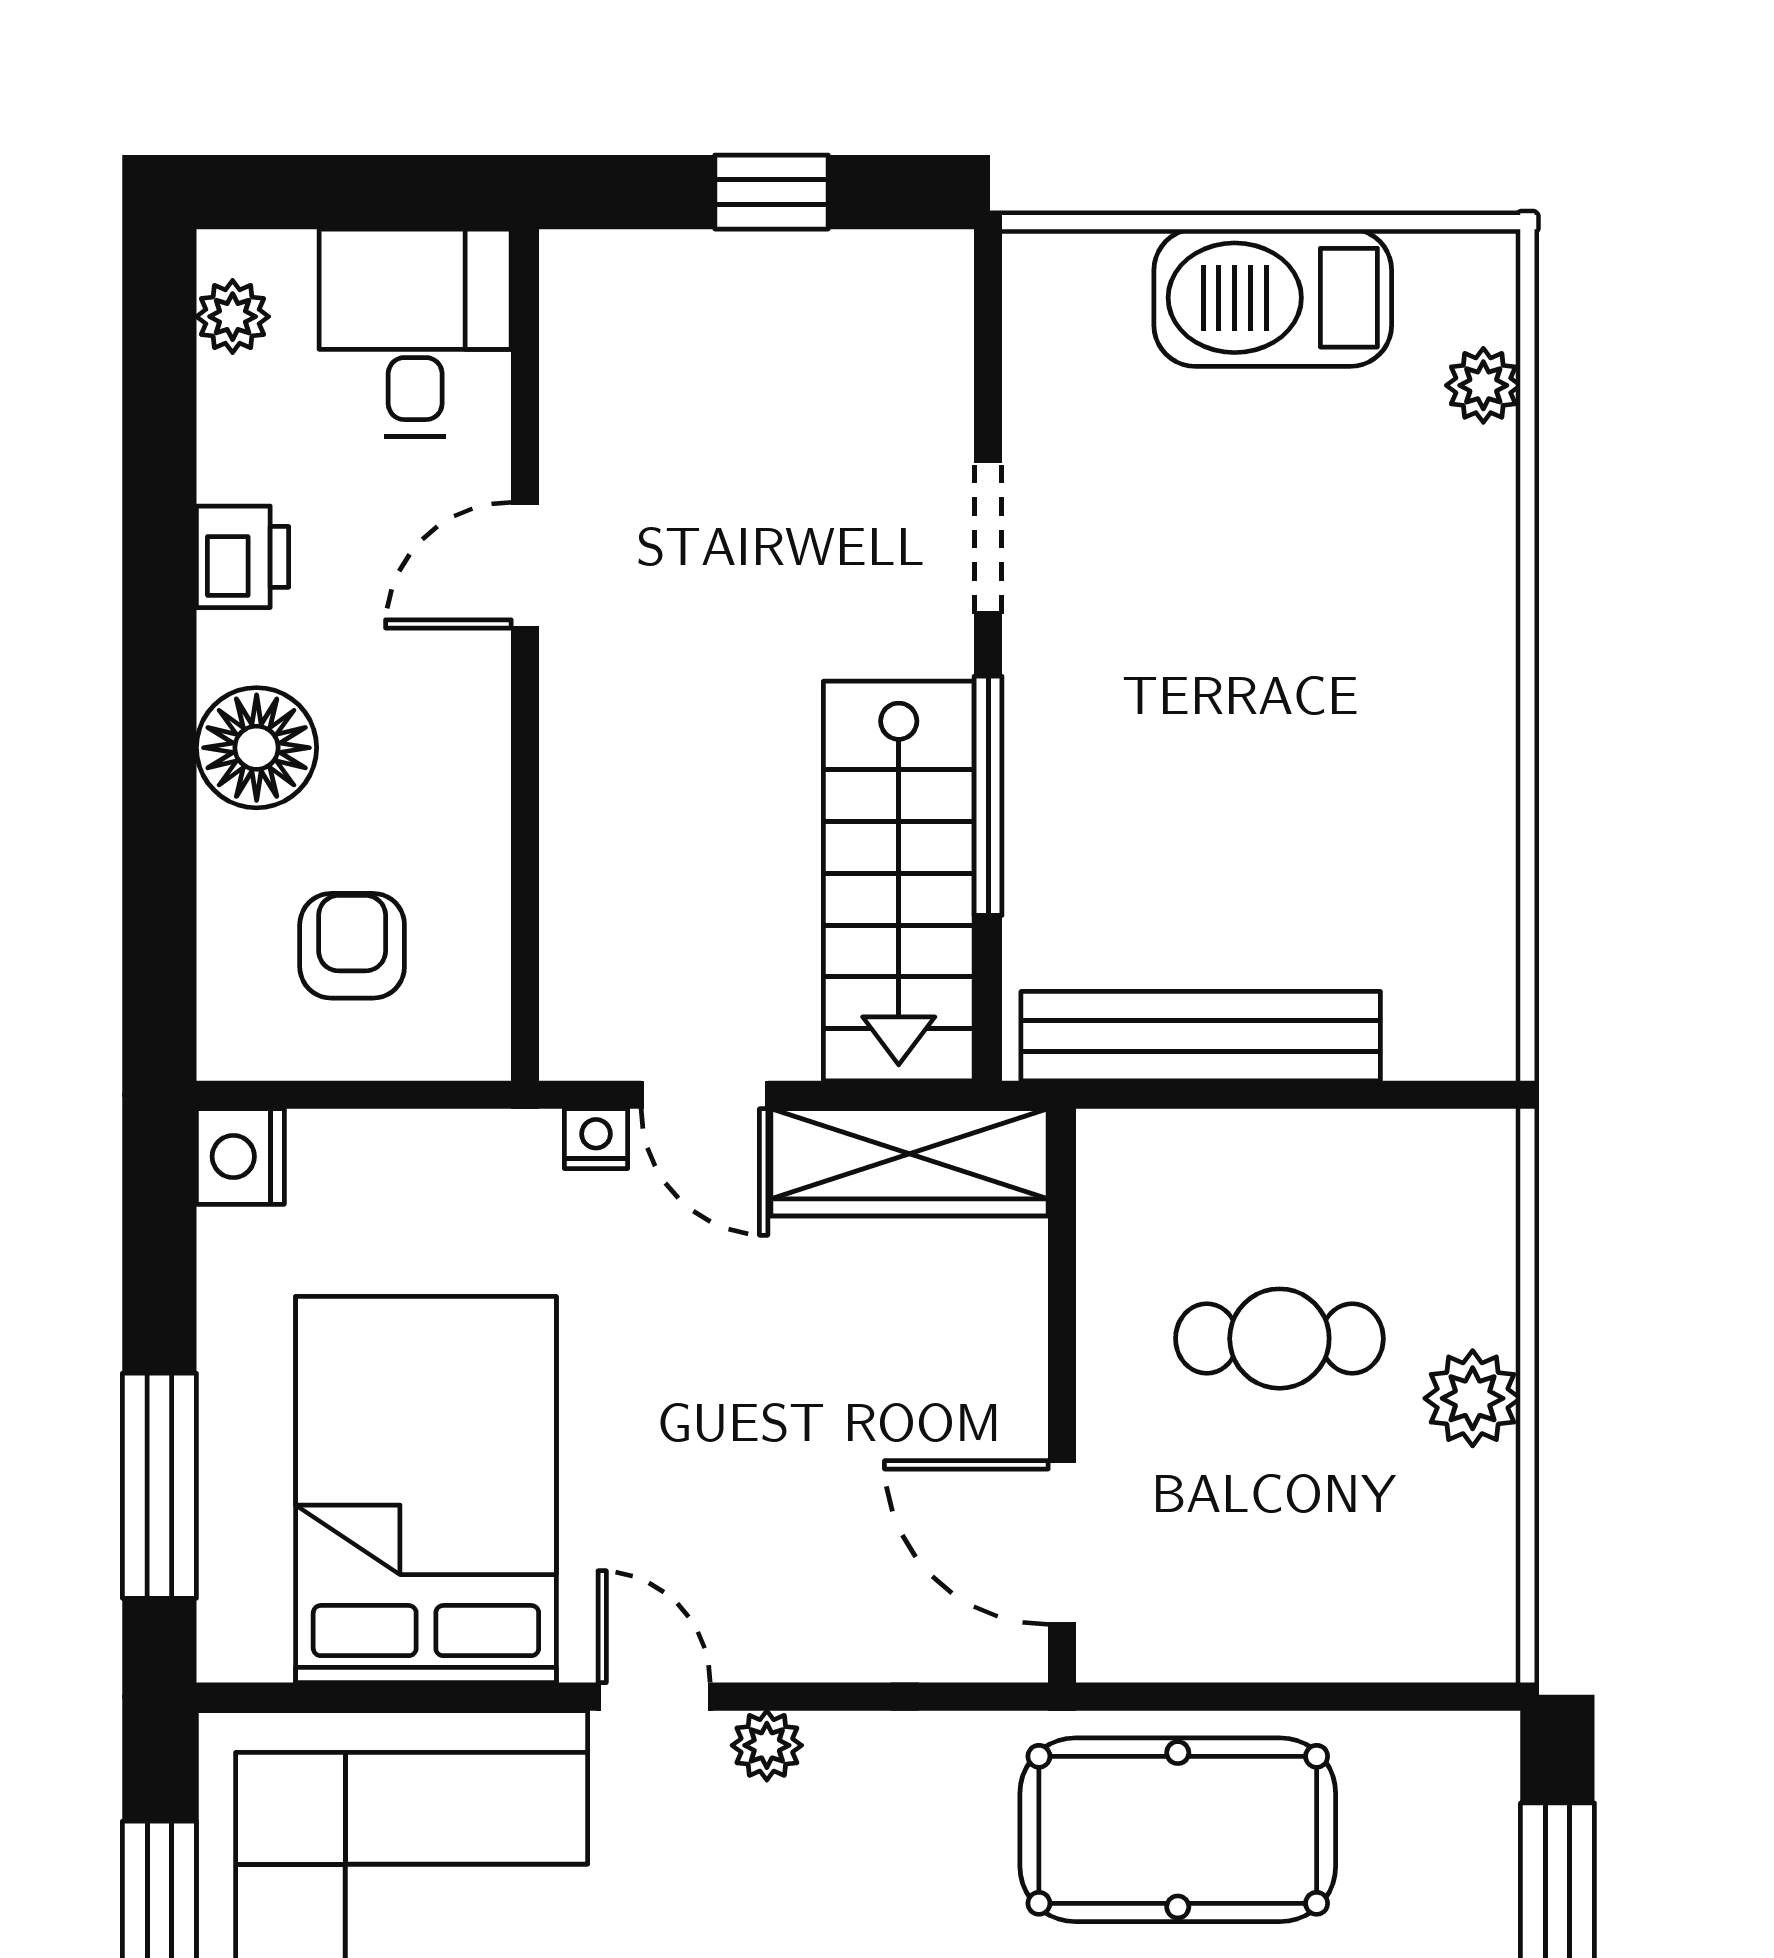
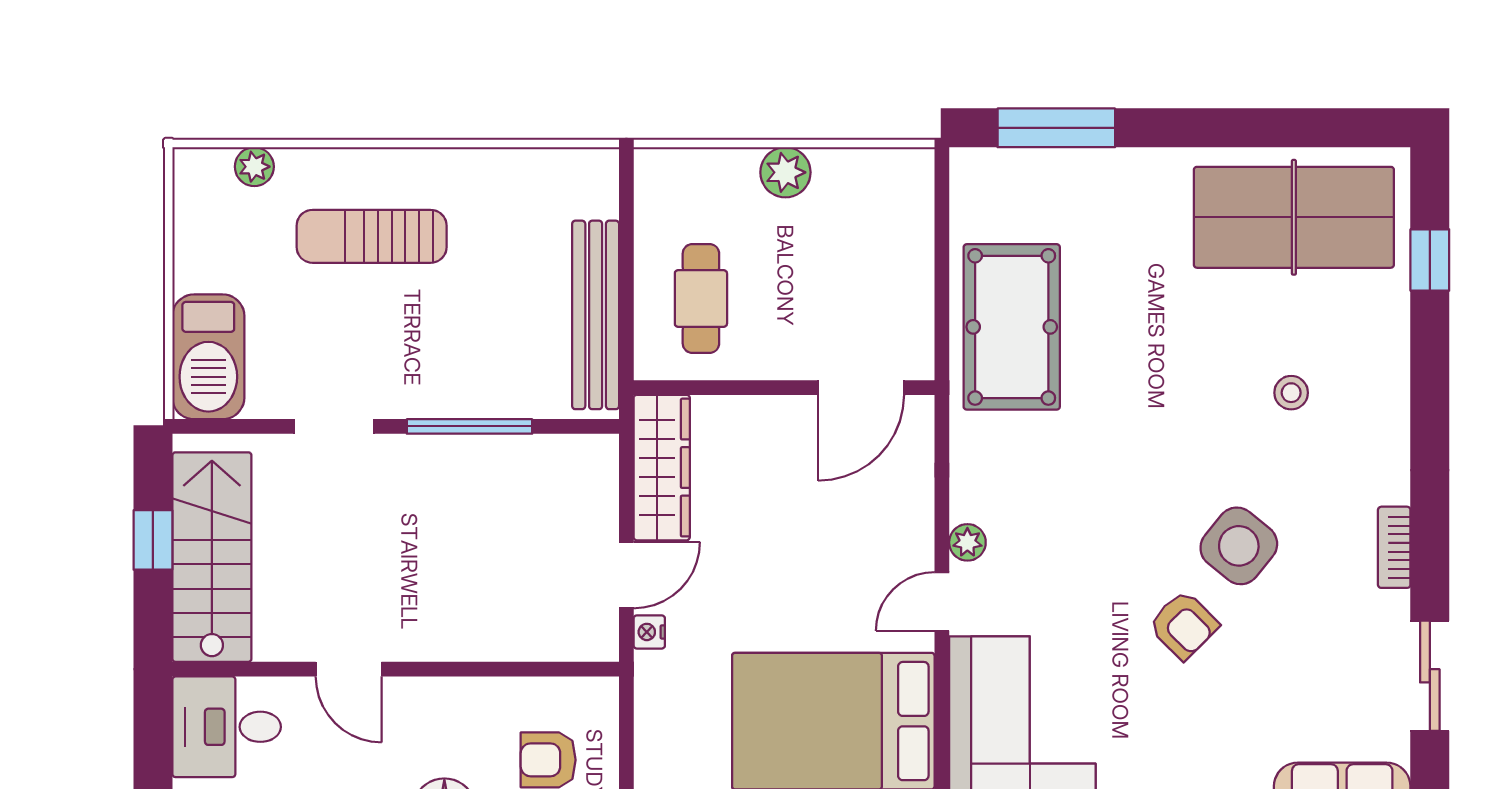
barbecue: (1273, 298) -> (208, 357), moved
sun lounger: (1350, 609) -> (372, 236), added
stairs: (899, 881) -> (212, 557), moved, turned -90
cafe table: (1279, 1339) -> (701, 298), moved

